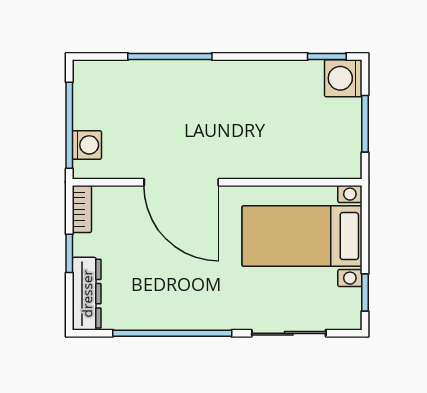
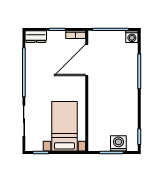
washing machine: (343, 78) -> (118, 143), moved
washing machine: (87, 145) -> (132, 37), moved
door: (181, 182) -> (87, 60), moved
dresser: (87, 294) -> (36, 37), width x0.70

